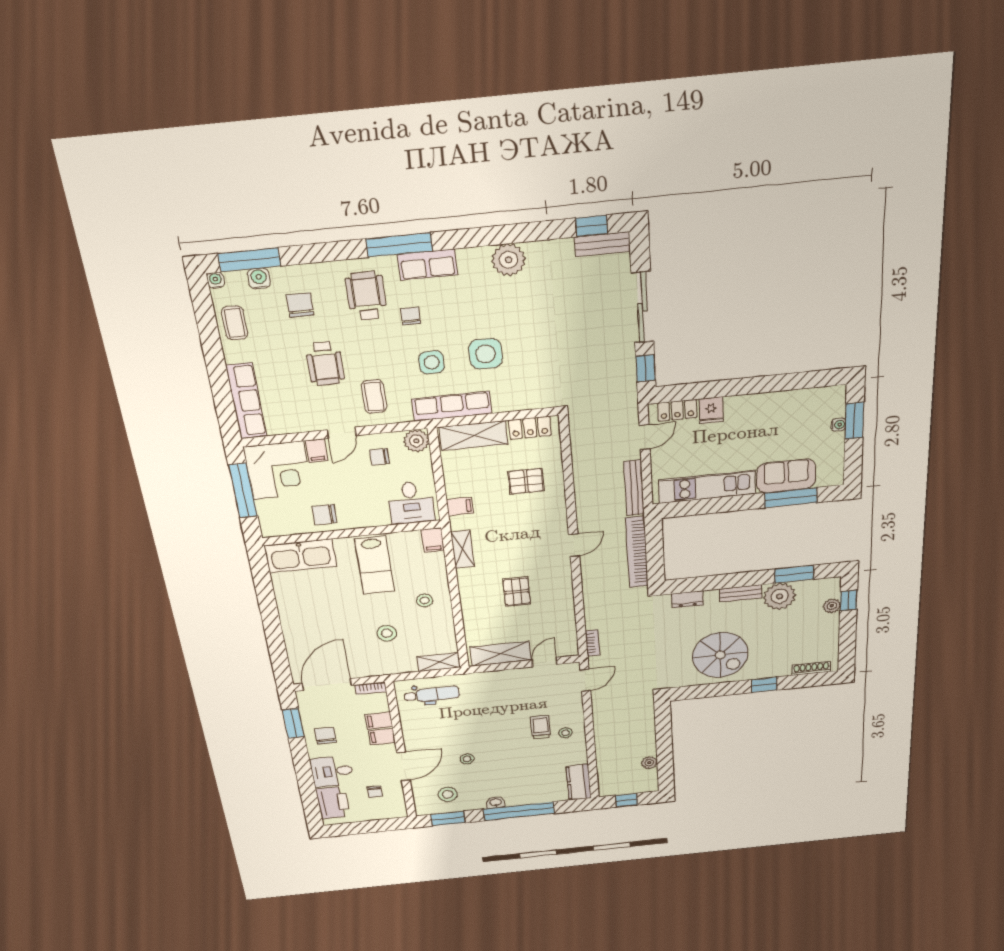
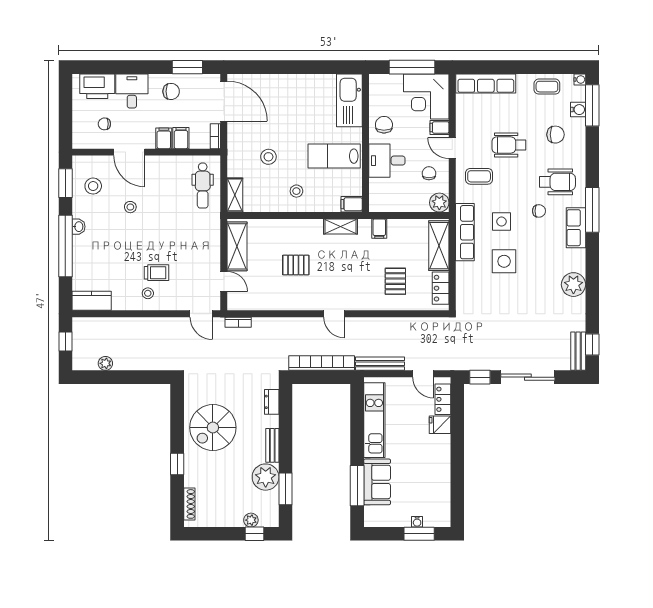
desk: (411, 503) -> (387, 161), moved

